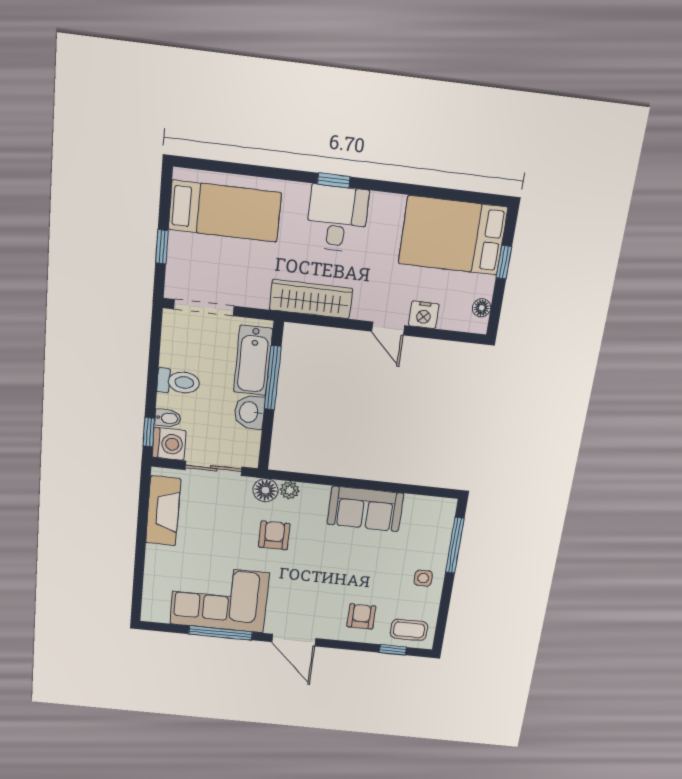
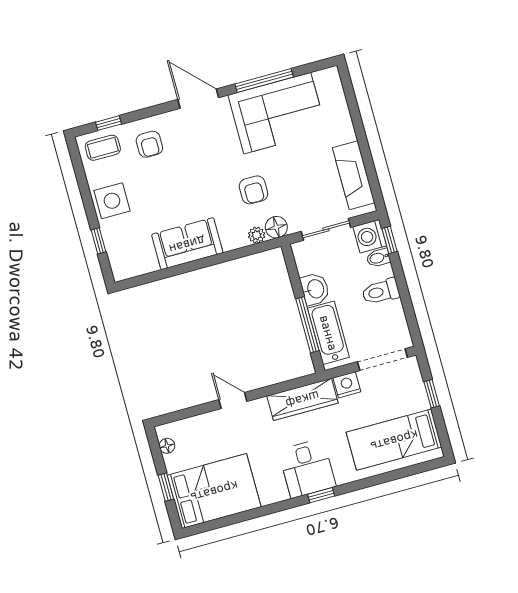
nightstand: (424, 315) -> (347, 385), moved
window: (455, 545) -> (99, 241), width x0.46
side table: (423, 578) -> (112, 201), width x1.87, depth x1.87

